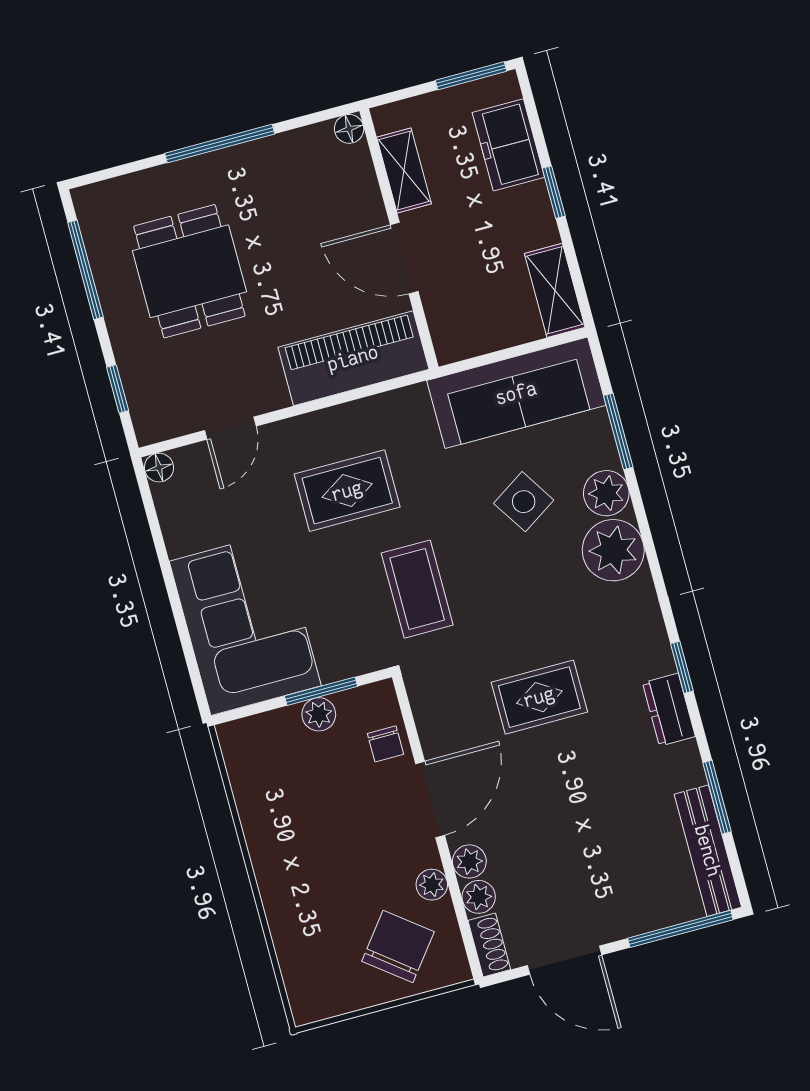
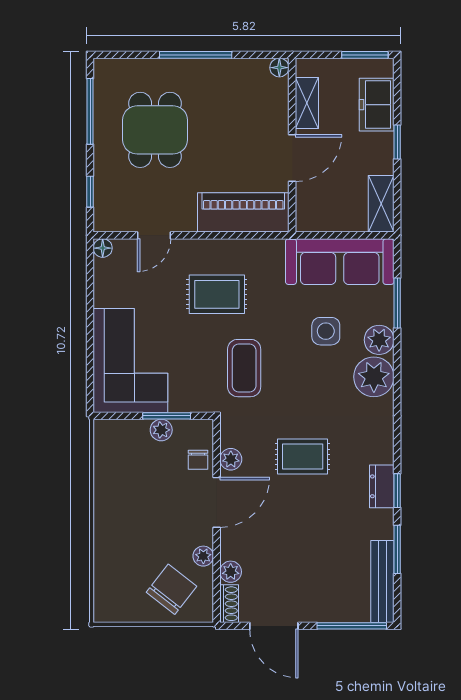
door: (404, 258) -> (292, 158), swing flipped
side table: (524, 502) -> (326, 331), turned 33
window: (682, 667) -> (397, 491), moved
plant: (469, 861) -> (231, 459), moved

